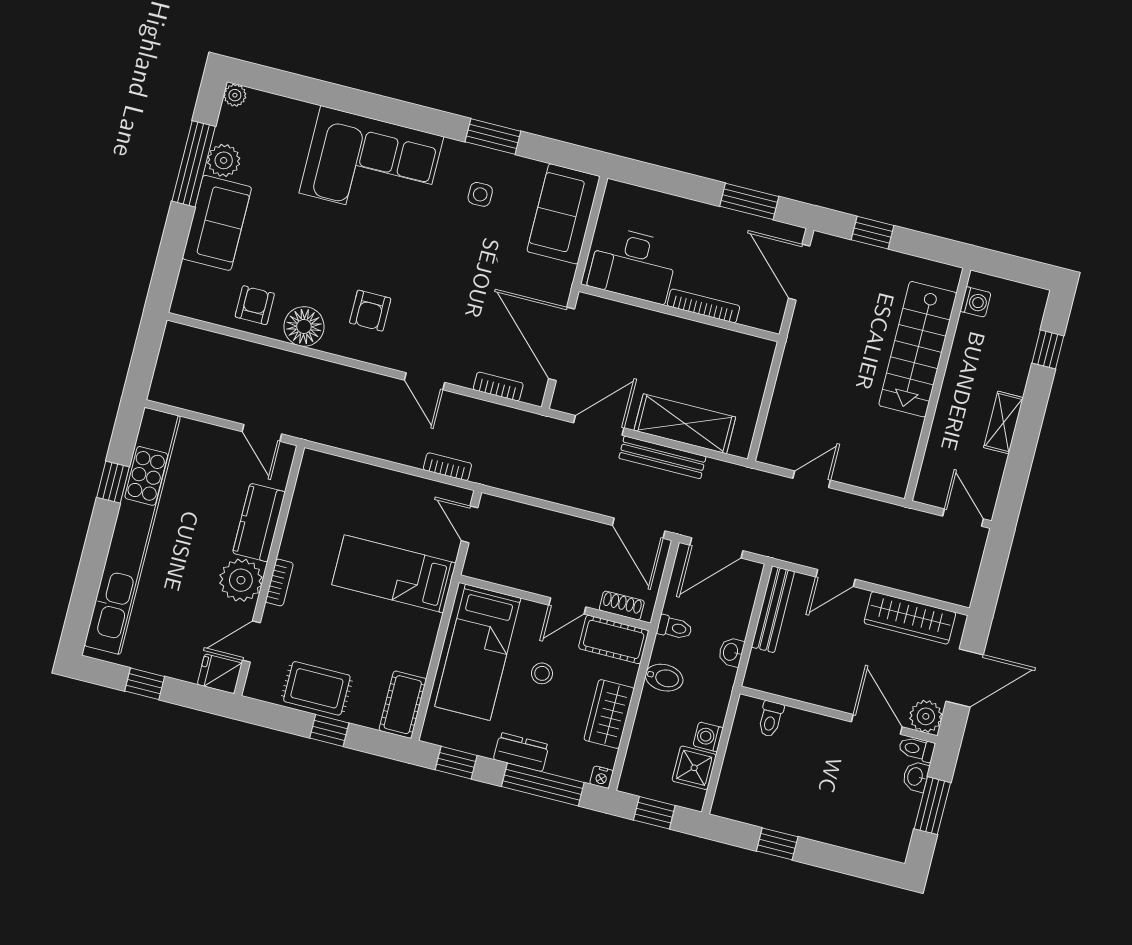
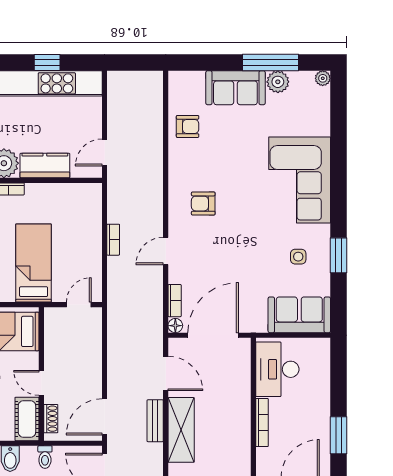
floor lamp: (304, 326) -> (175, 326), moved, width x0.53, depth x0.53
bench: (662, 457) -> (155, 421), width x0.73
bookcase: (447, 467) -> (113, 240), moved

